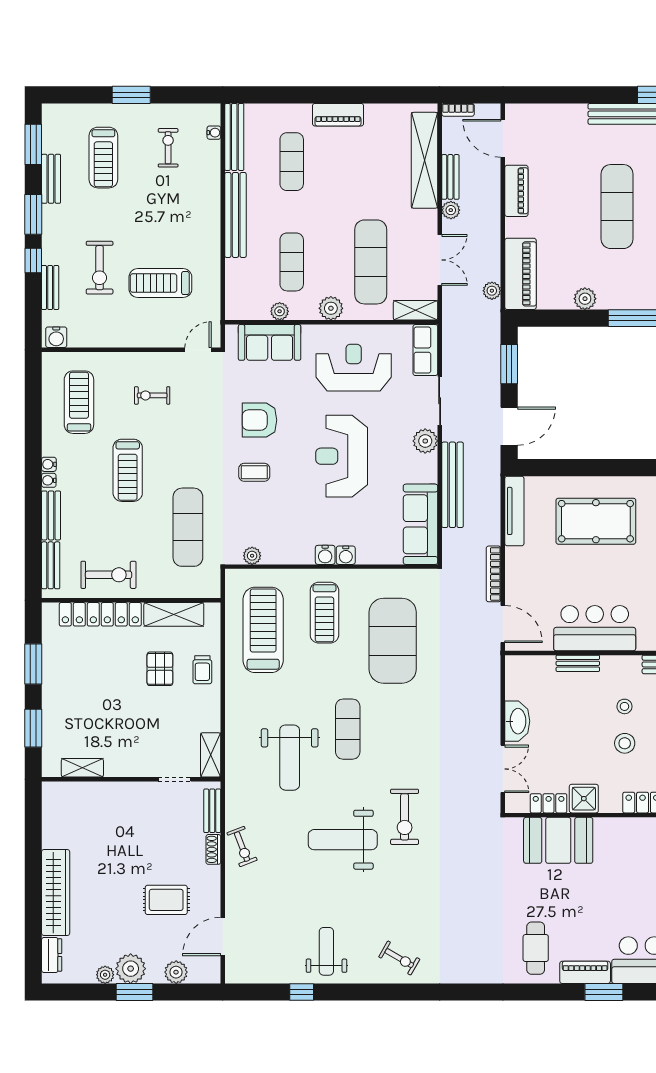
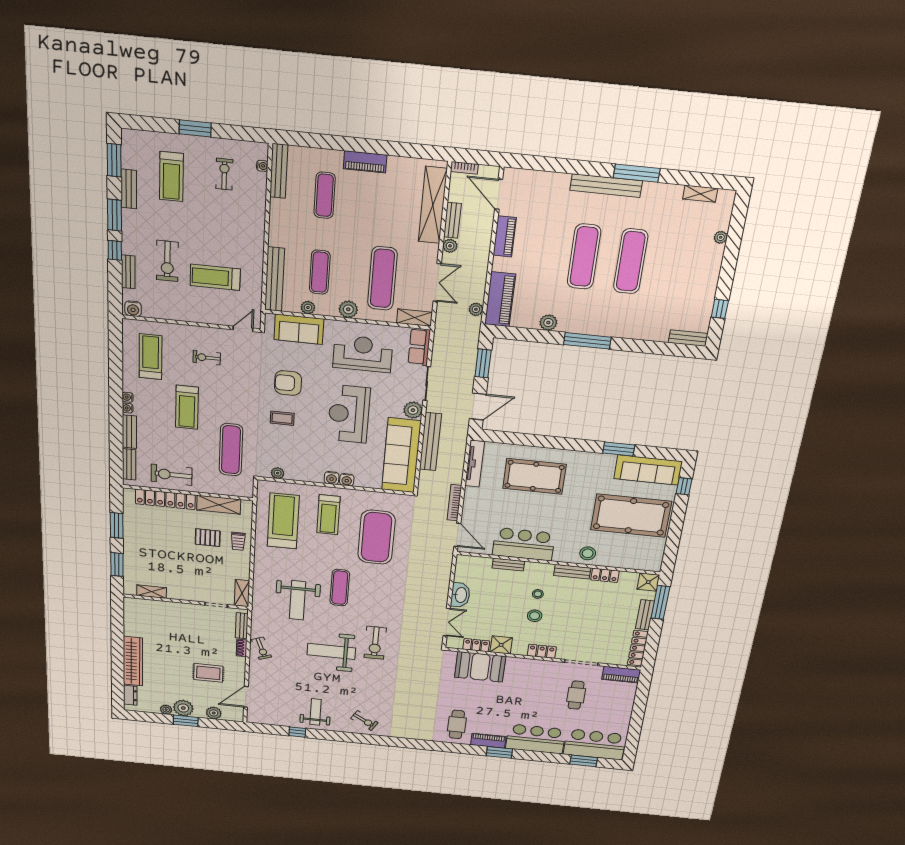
bench: (235, 215) -> (275, 279), moved
sofa: (420, 524) -> (401, 455), width x1.36, depth x1.27
exercise bike: (109, 575) -> (172, 475), turned 180
pallet: (160, 669) -> (208, 538), turned 90

